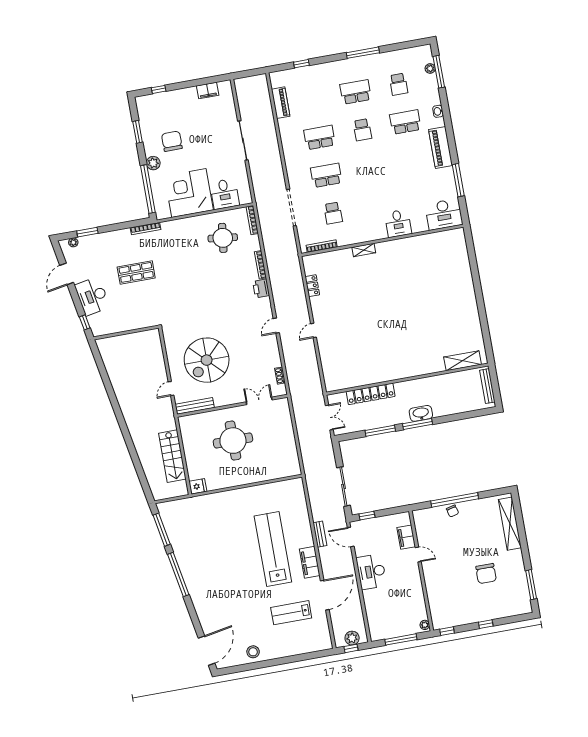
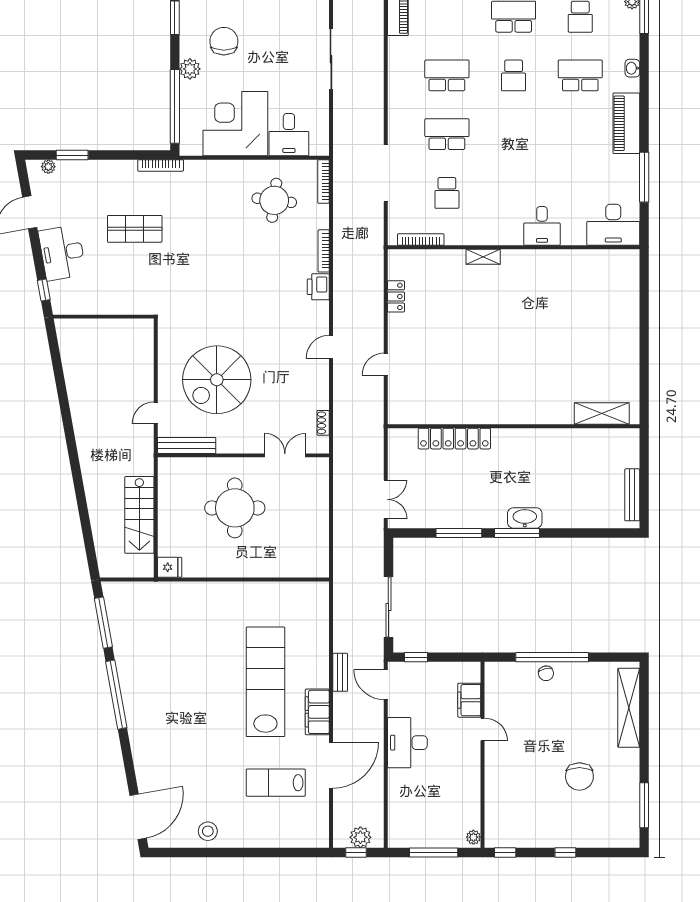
shelving: (463, 361) -> (602, 413), moved
wall: (407, 379) -> (514, 426), moved
locker: (371, 394) -> (454, 439), moved

